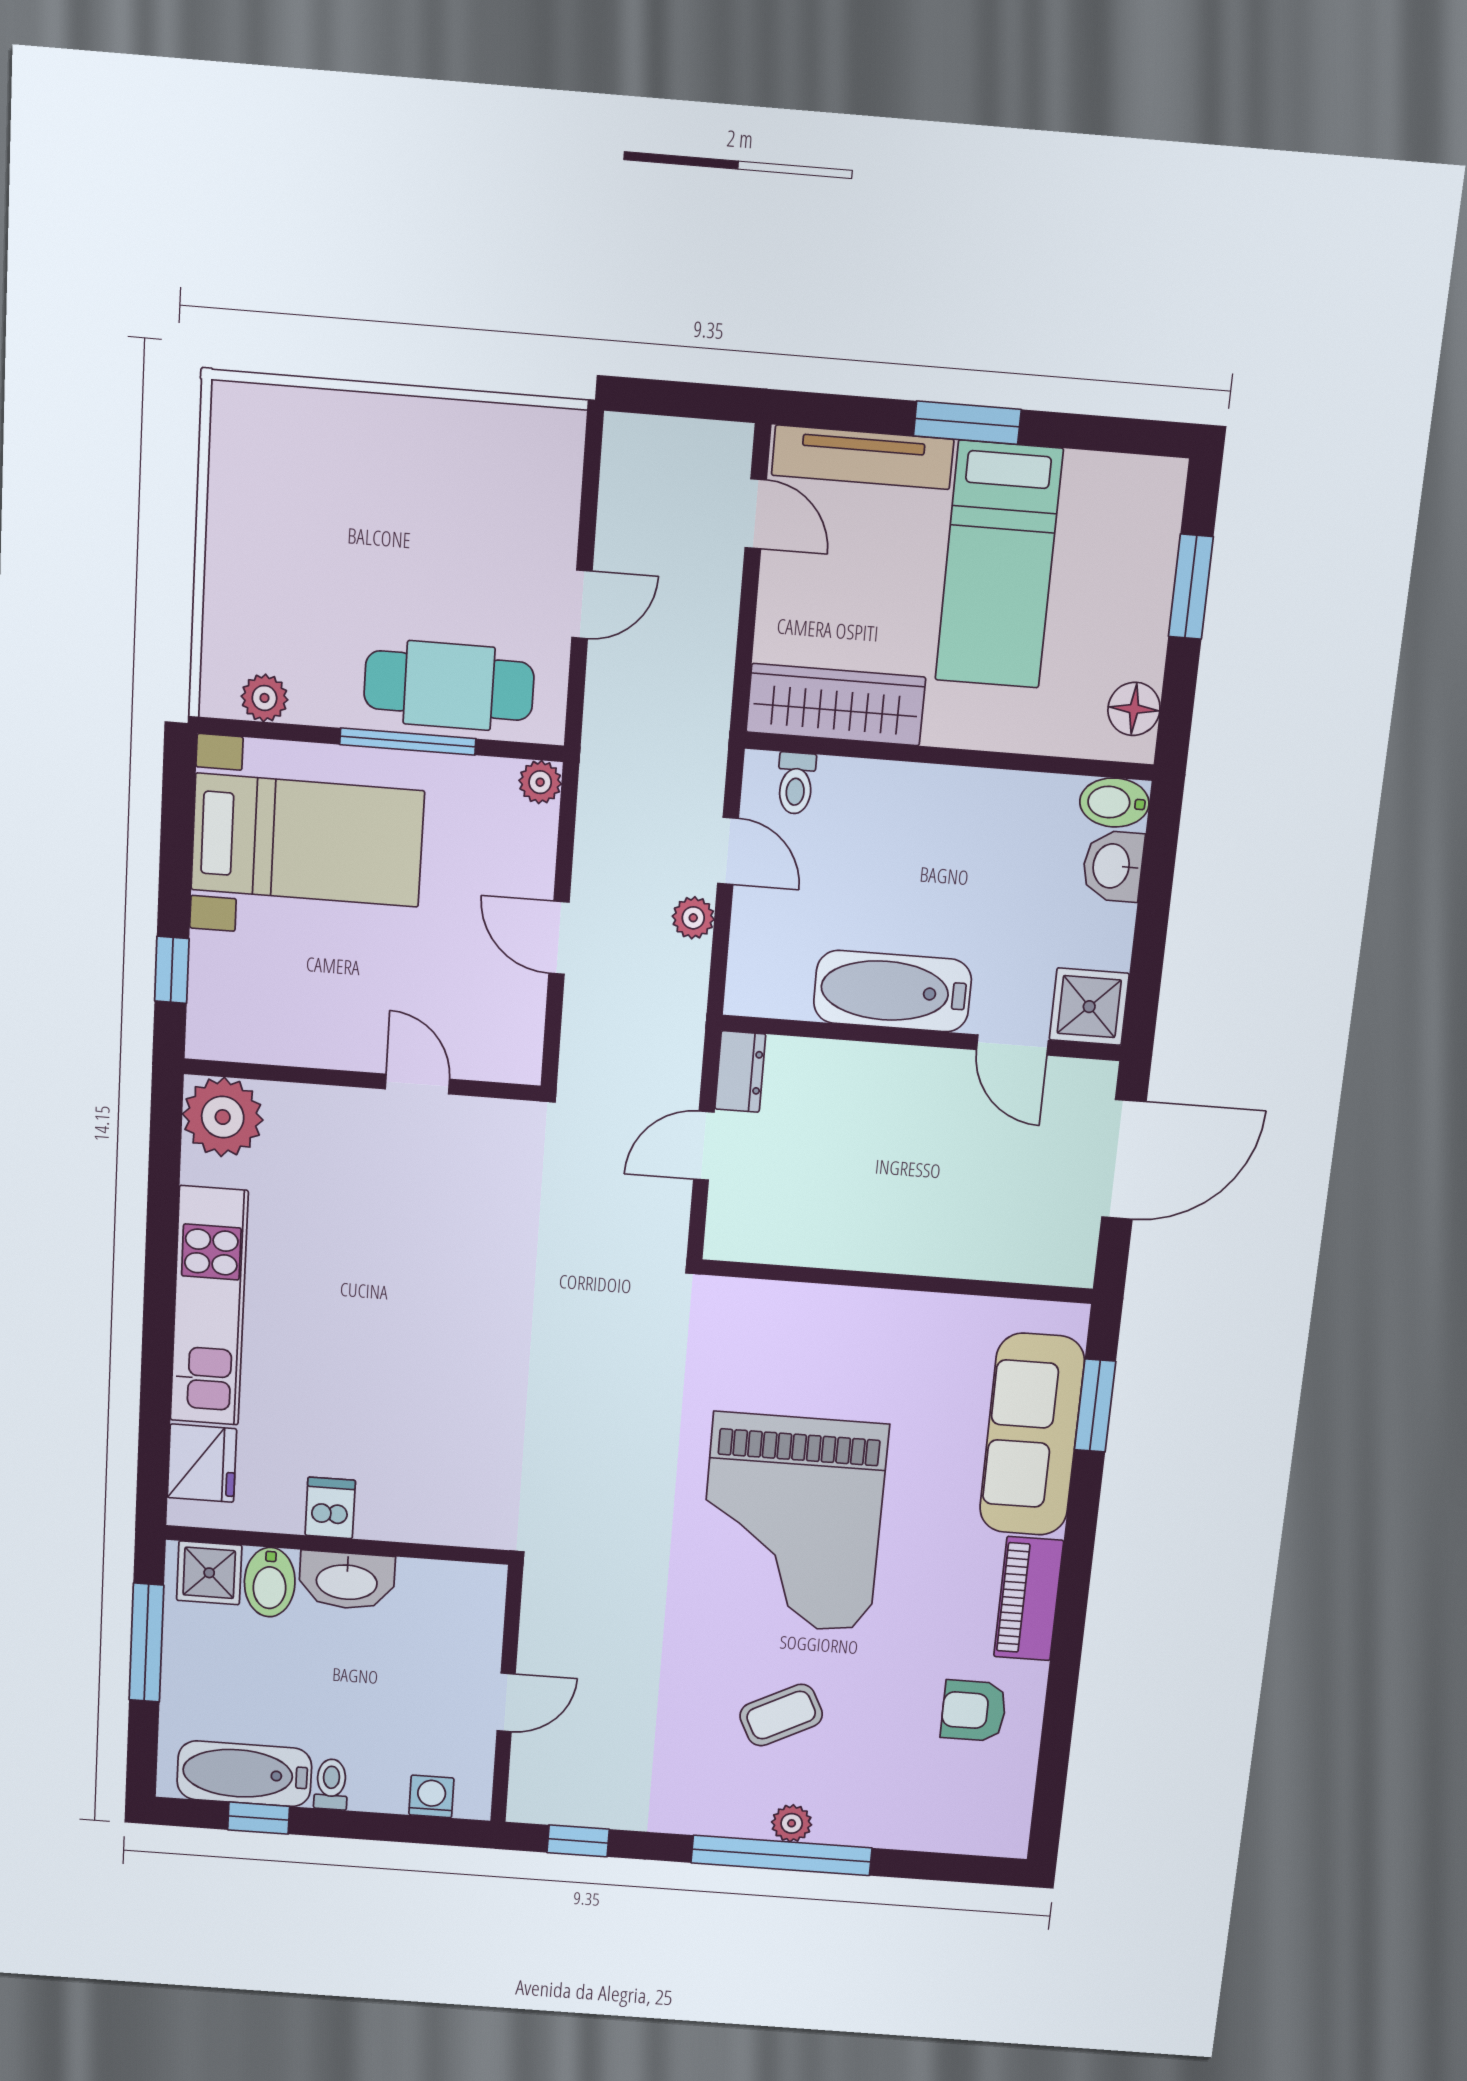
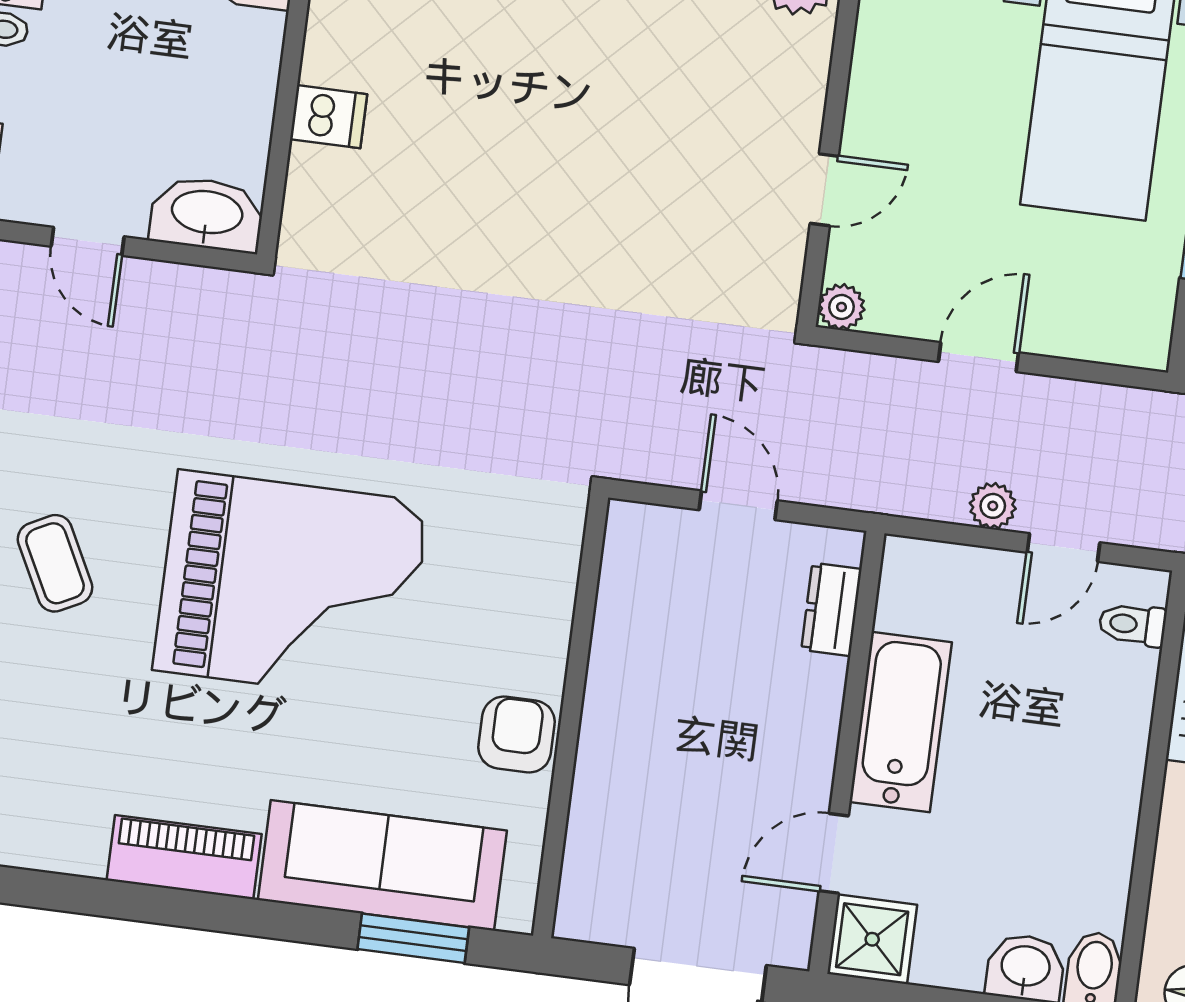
plant: (540, 782) -> (842, 307), moved
dresser: (740, 1072) -> (831, 609), moved, turned 90
dishwasher: (330, 1508) -> (329, 117), moved
grand piano: (792, 1523) -> (291, 586), turned 180
washbasin: (347, 1581) -> (207, 214), moved, turned 90
armchair: (974, 1711) -> (517, 735), moved

